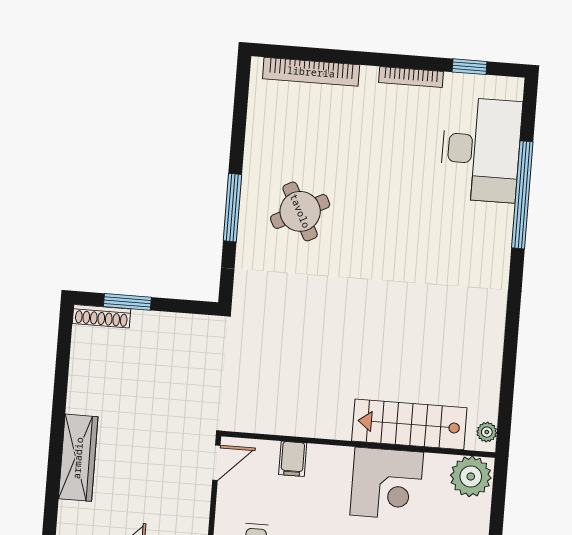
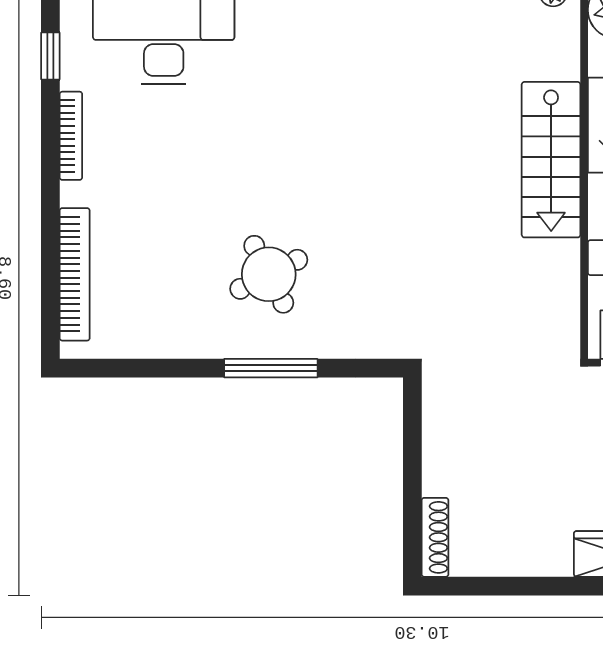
window: (127, 302) -> (412, 503), removed
stairs: (409, 424) -> (551, 160), moved

